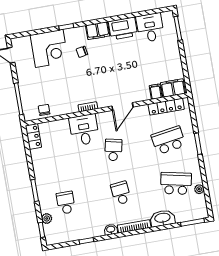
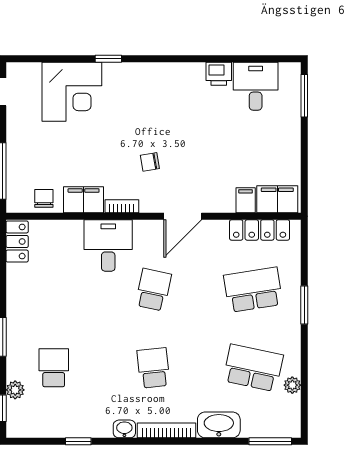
printer: (123, 28) -> (219, 74), width x0.53, depth x0.68
filing cabinet: (98, 31) -> (84, 200), moved, turned 180
chair: (82, 52) -> (150, 162), moved

